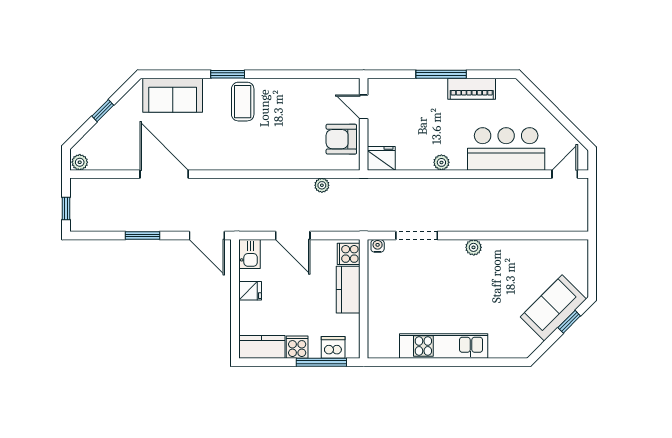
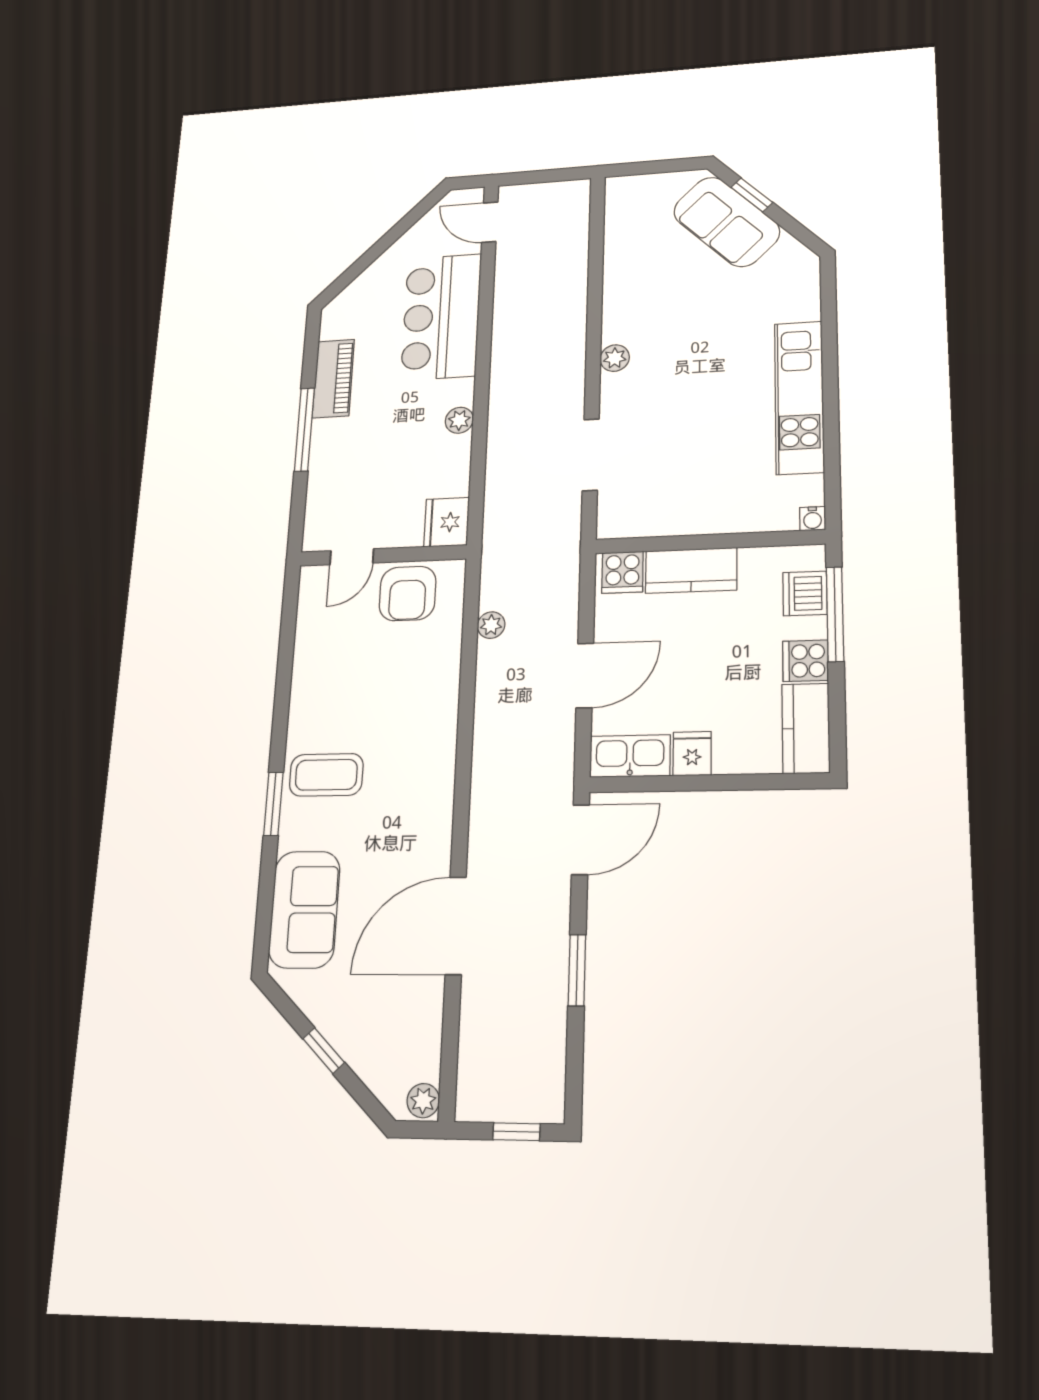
water cooler: (378, 246) -> (813, 519), moved, turned -90
kitchen sink: (250, 254) -> (630, 756), width x1.38

